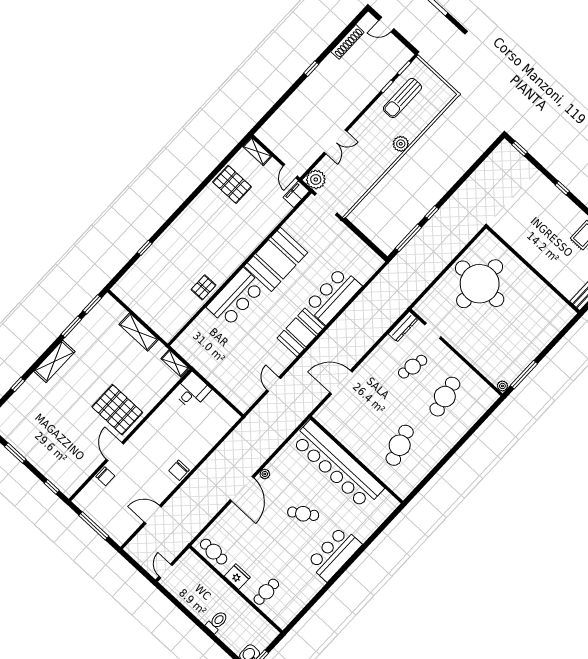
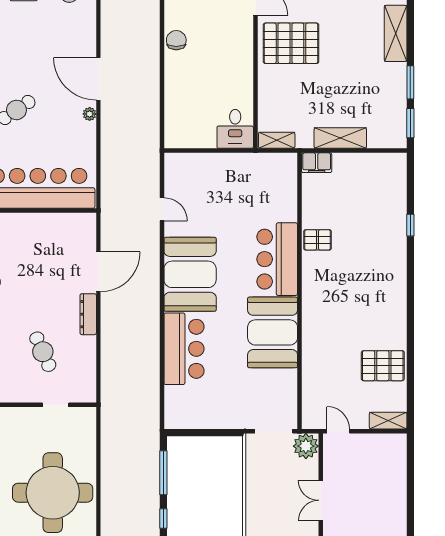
filing cabinet: (296, 194) -> (317, 163), moved, turned 90
pallet: (203, 287) -> (318, 240), turned 90
dresser: (403, 327) -> (88, 314), moved
booth: (301, 332) -> (190, 274), width x1.36, depth x1.42
cafe table: (413, 367) -> (43, 352), turned -36

